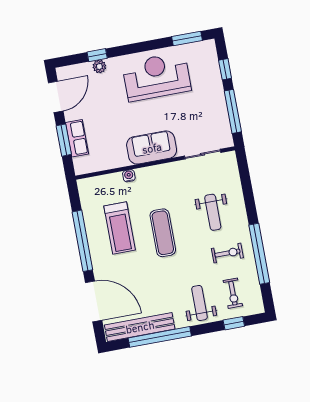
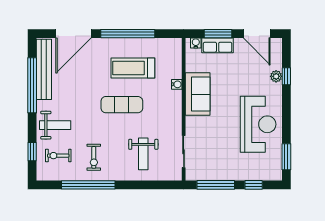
sofa: (152, 148) -> (198, 94), moved
water cooler: (79, 163) -> (196, 43), added
weight bench: (213, 212) -> (143, 154), moved, turned -90

